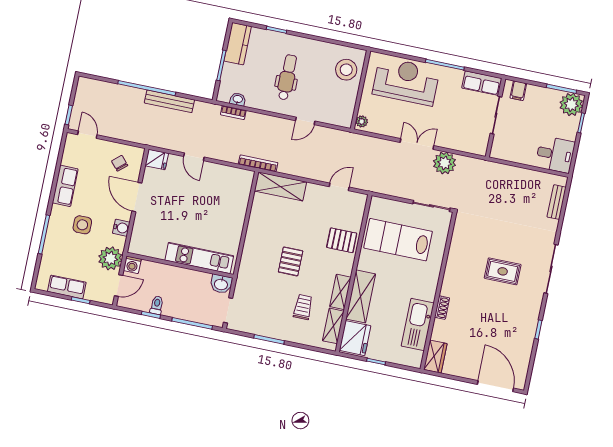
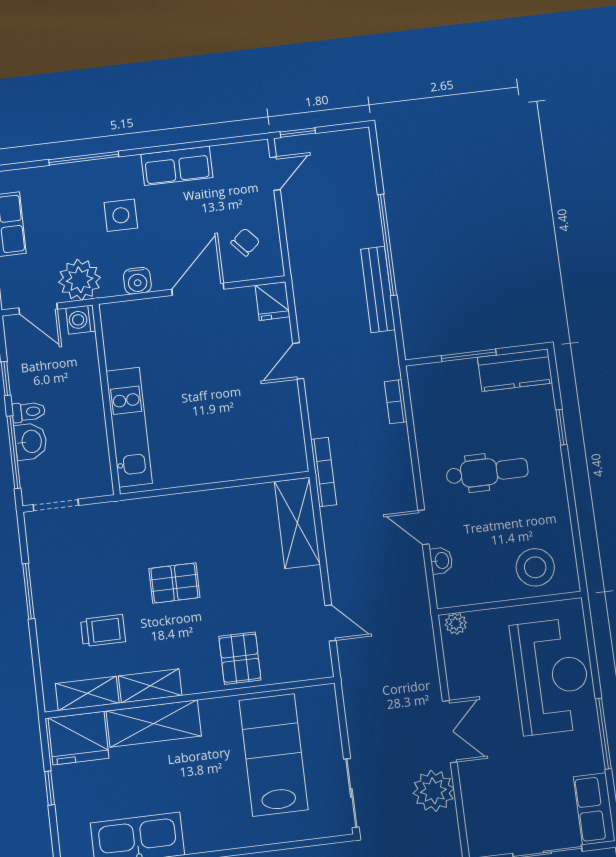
washbasin: (238, 99) -> (441, 561), moved
washbasin: (221, 284) -> (31, 441), moved, turned 180
toilet: (157, 305) -> (29, 412), moved

